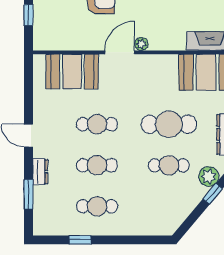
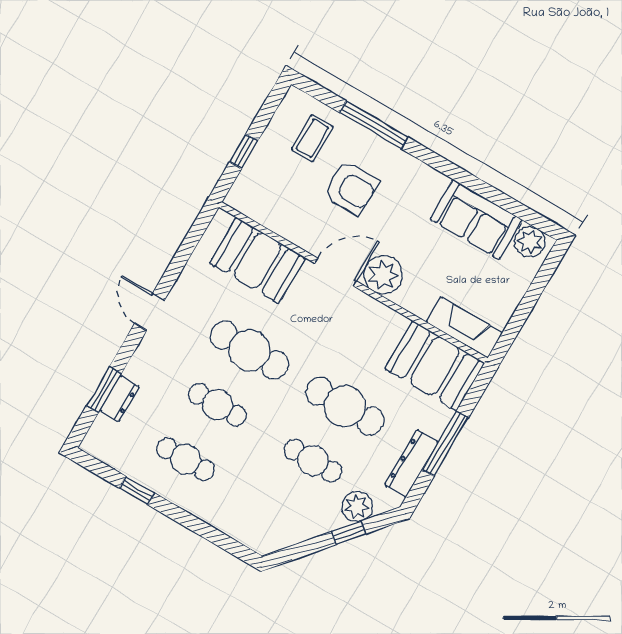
plant: (141, 44) -> (383, 275), width x1.88, depth x1.88
cafe table: (97, 124) -> (249, 350), width x1.37, depth x1.35
dresser: (40, 172) -> (120, 398), moved

